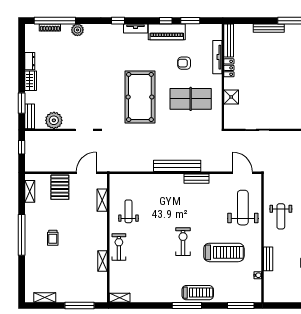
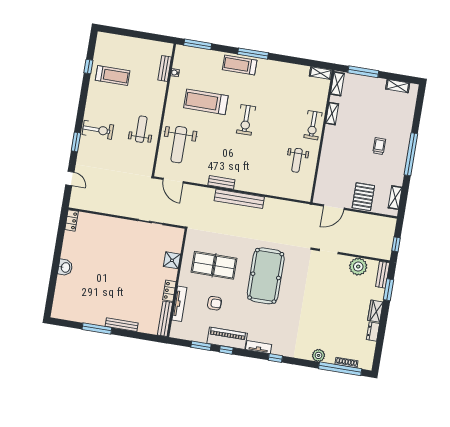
shelving: (102, 200) -> (337, 84), moved
bench: (268, 259) -> (165, 69), moved

